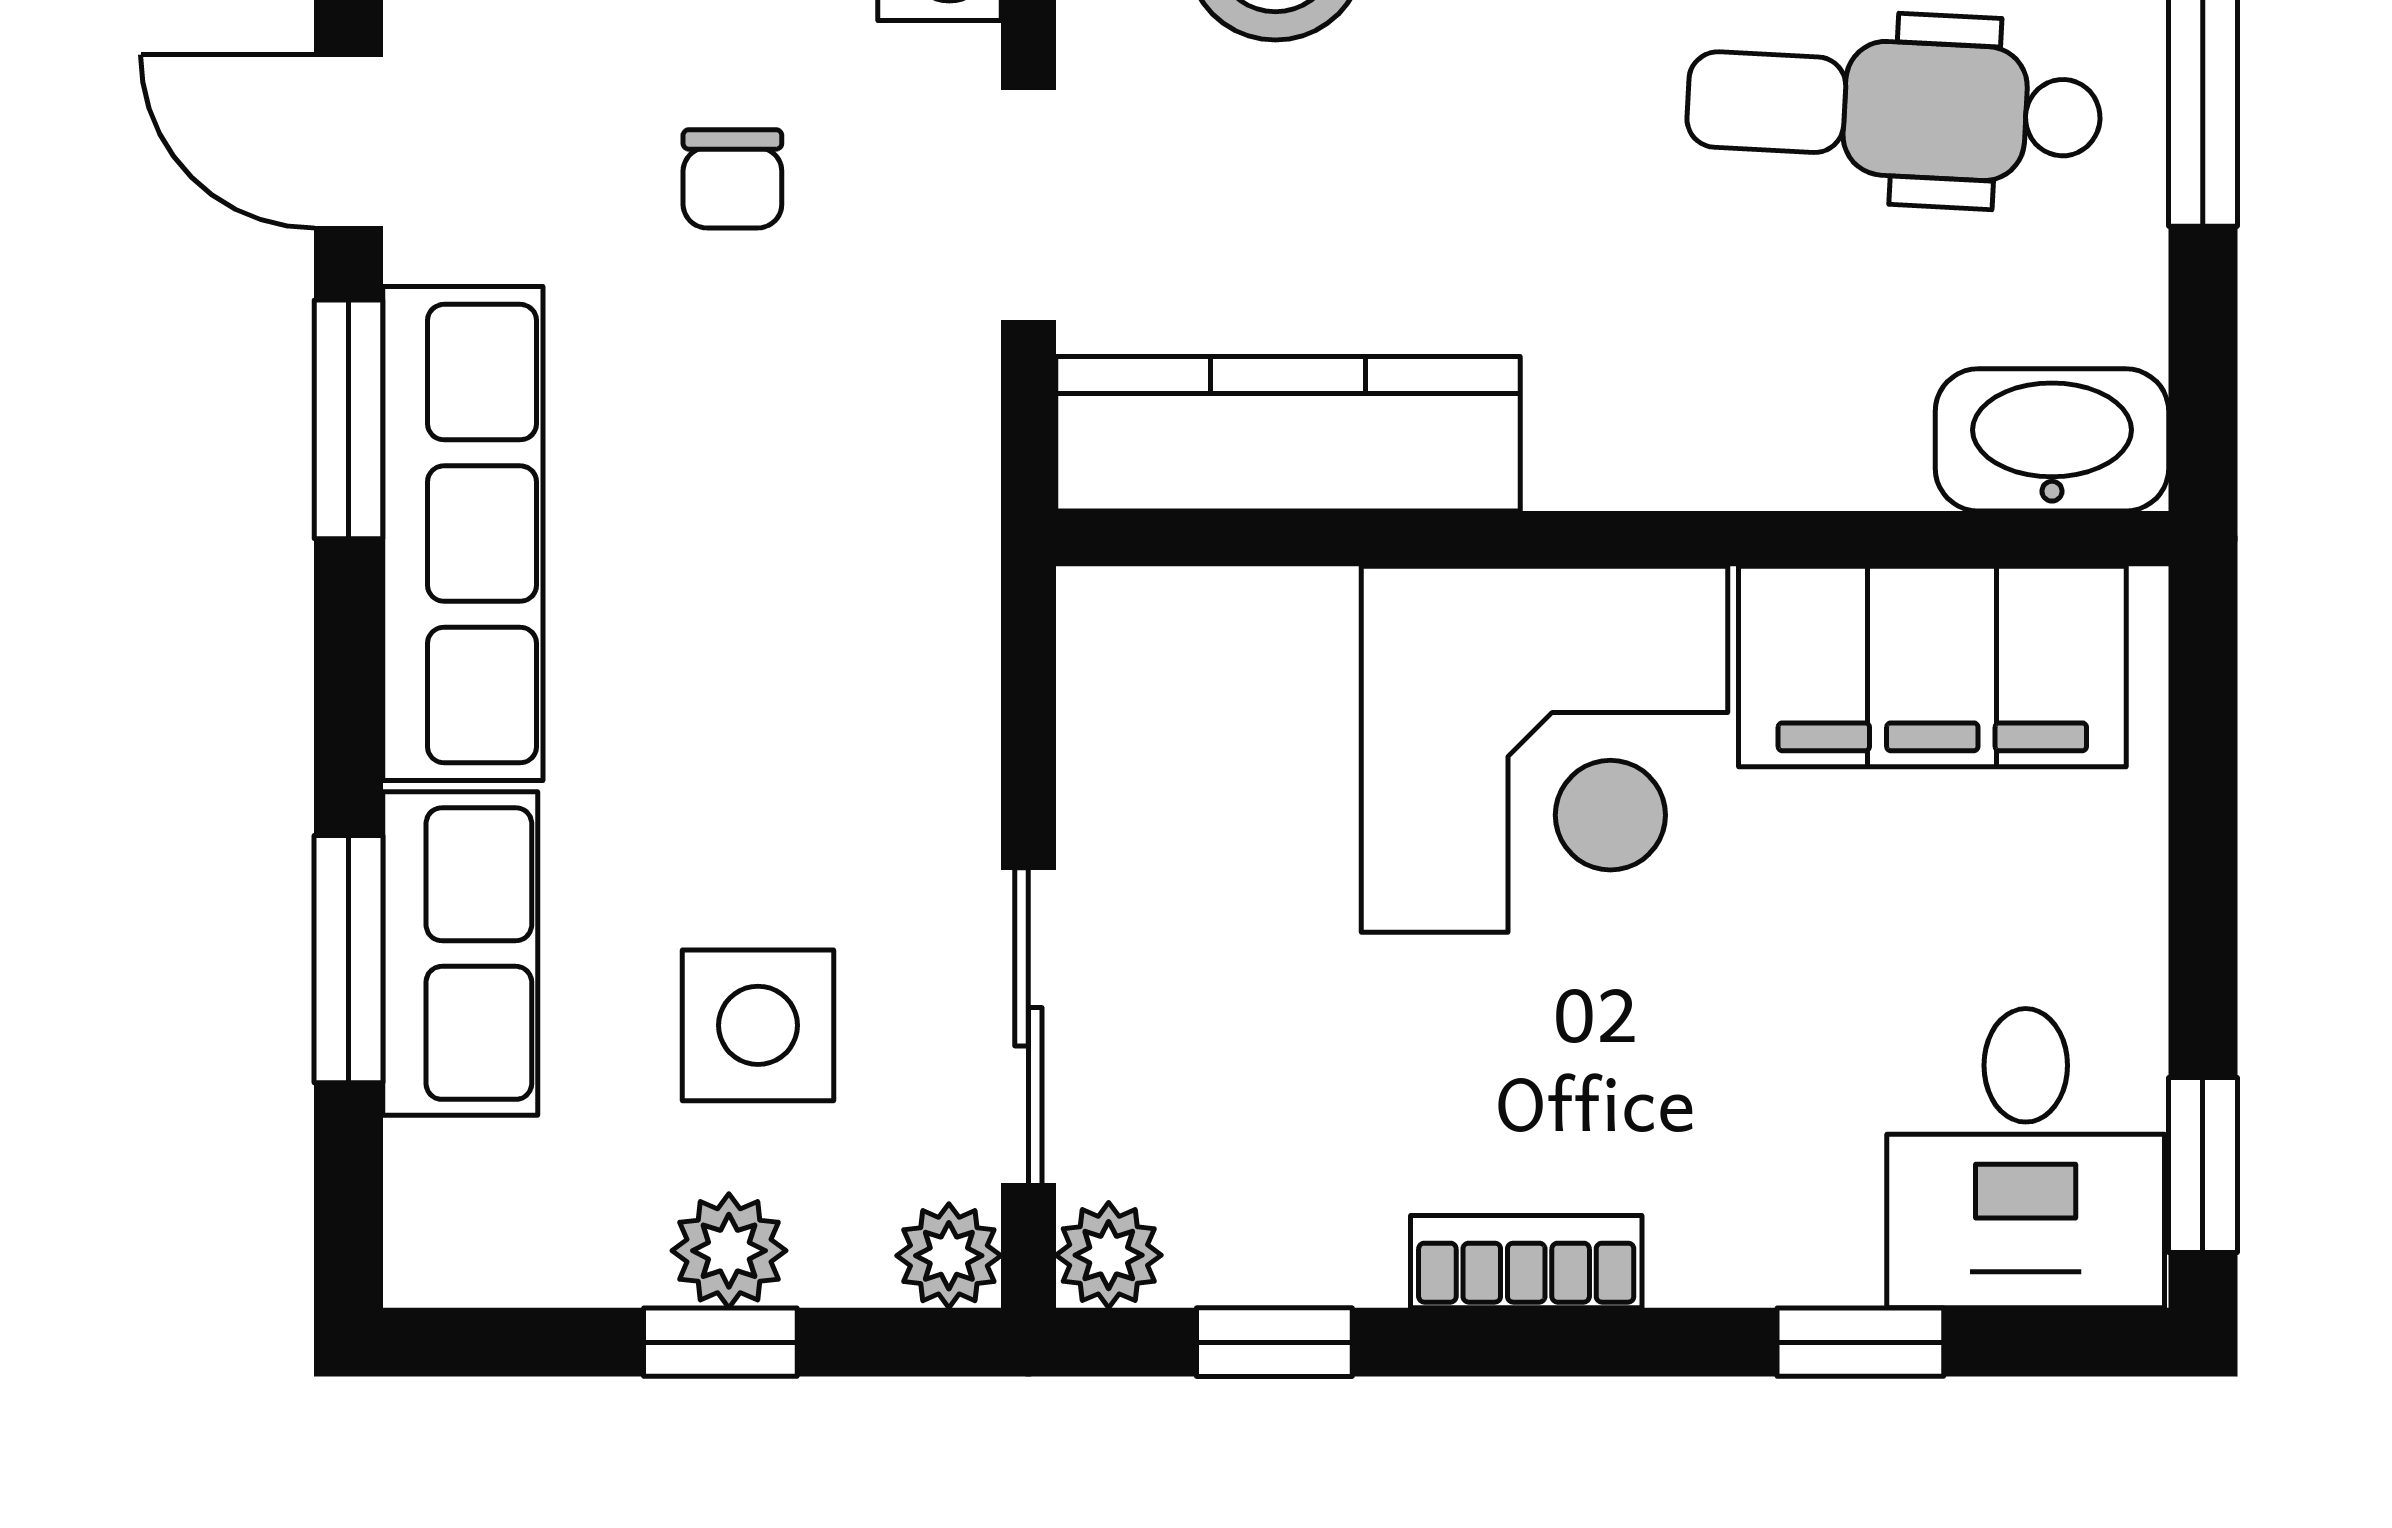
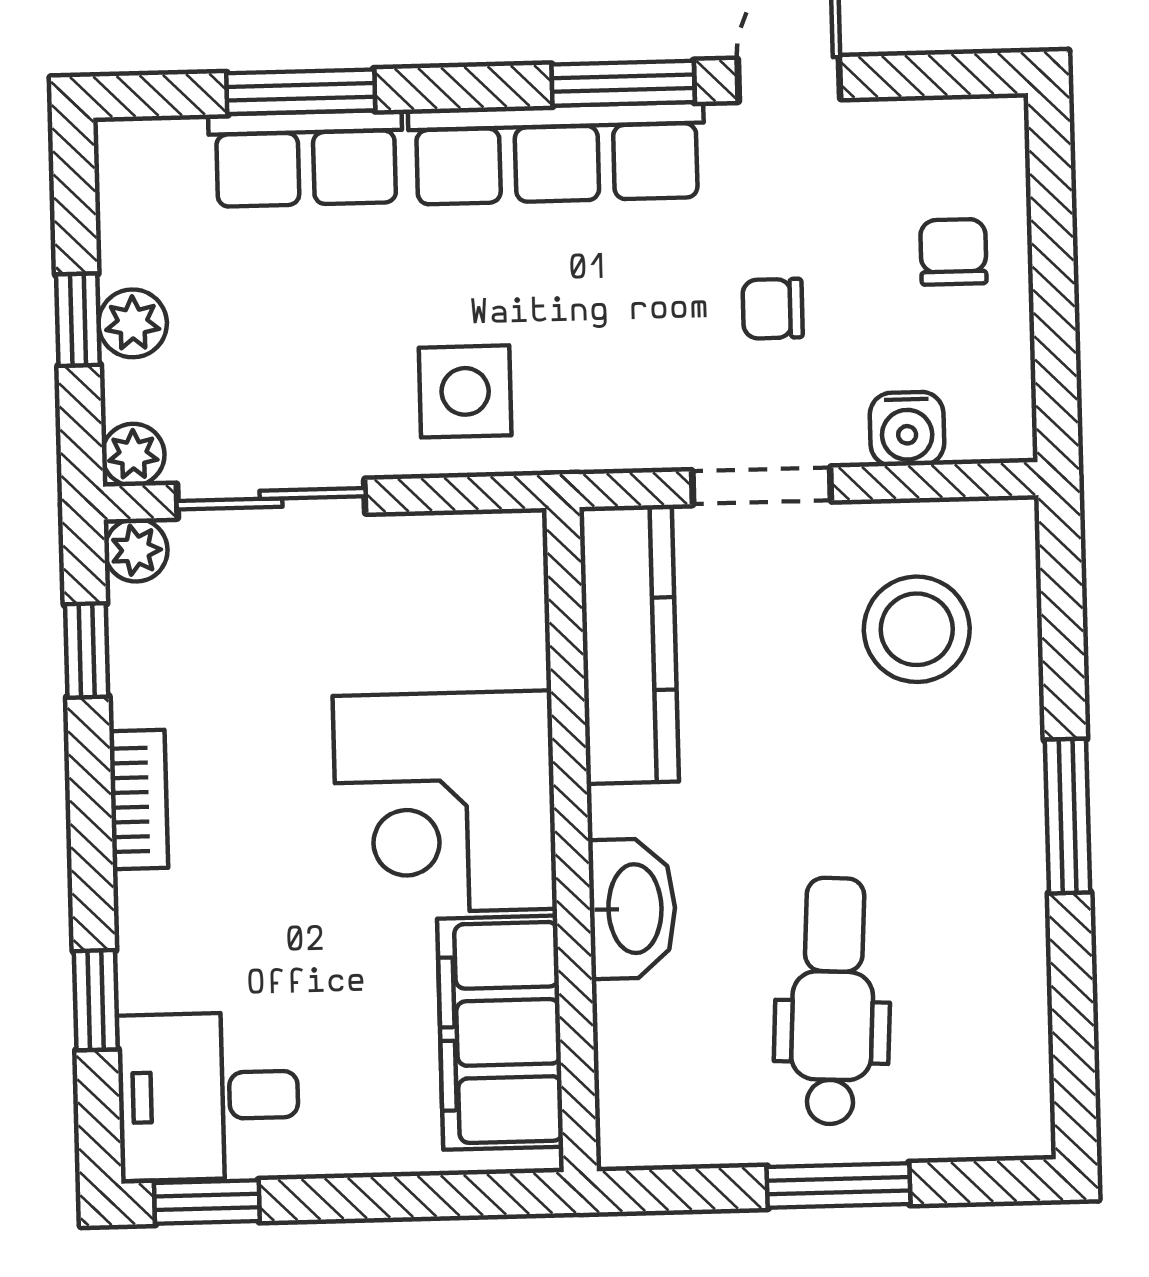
washbasin: (2052, 440) -> (632, 909), moved
side table: (758, 1025) -> (465, 391), moved

